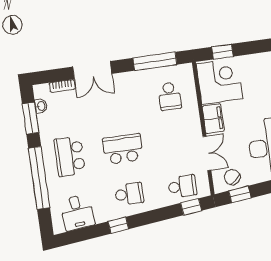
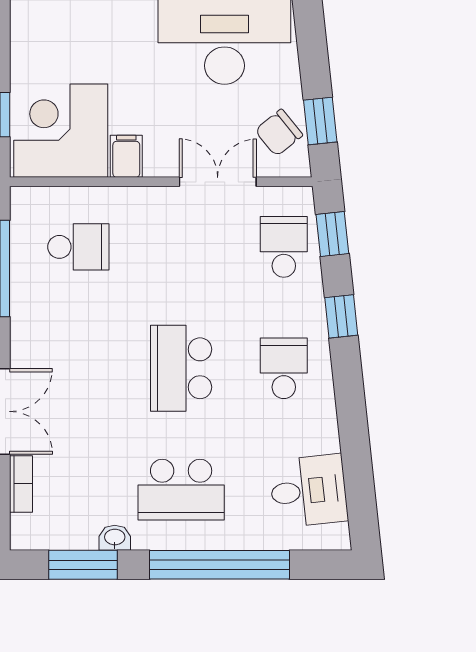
washbasin: (41, 106) -> (115, 538), moved
filing cabinet: (213, 119) -> (126, 156), width x0.50
window: (118, 225) -> (341, 316), moved

